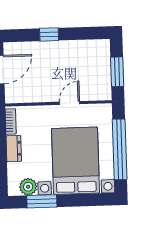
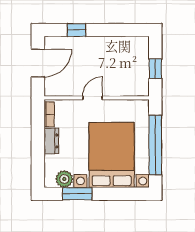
window: (49, 34) -> (76, 30), moved
window: (117, 72) -> (155, 69), width x0.67
door: (69, 103) -> (93, 98), moved

